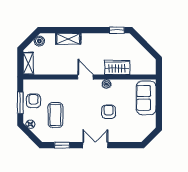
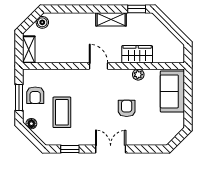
shelving: (68, 39) -> (111, 19), moved
plant: (107, 84) -> (138, 75), moved
armchair: (33, 101) -> (35, 95), turned 180

